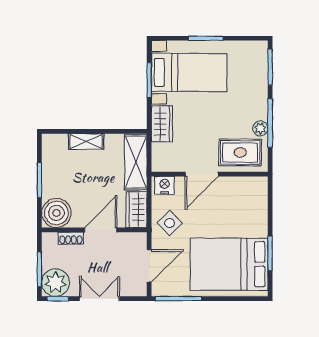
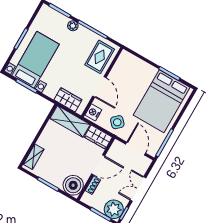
wardrobe: (162, 124) -> (68, 100), moved
plant: (260, 128) -> (73, 26), moved
shelving: (86, 141) -> (34, 157), moved
door: (101, 230) -> (98, 165), swing flipped

